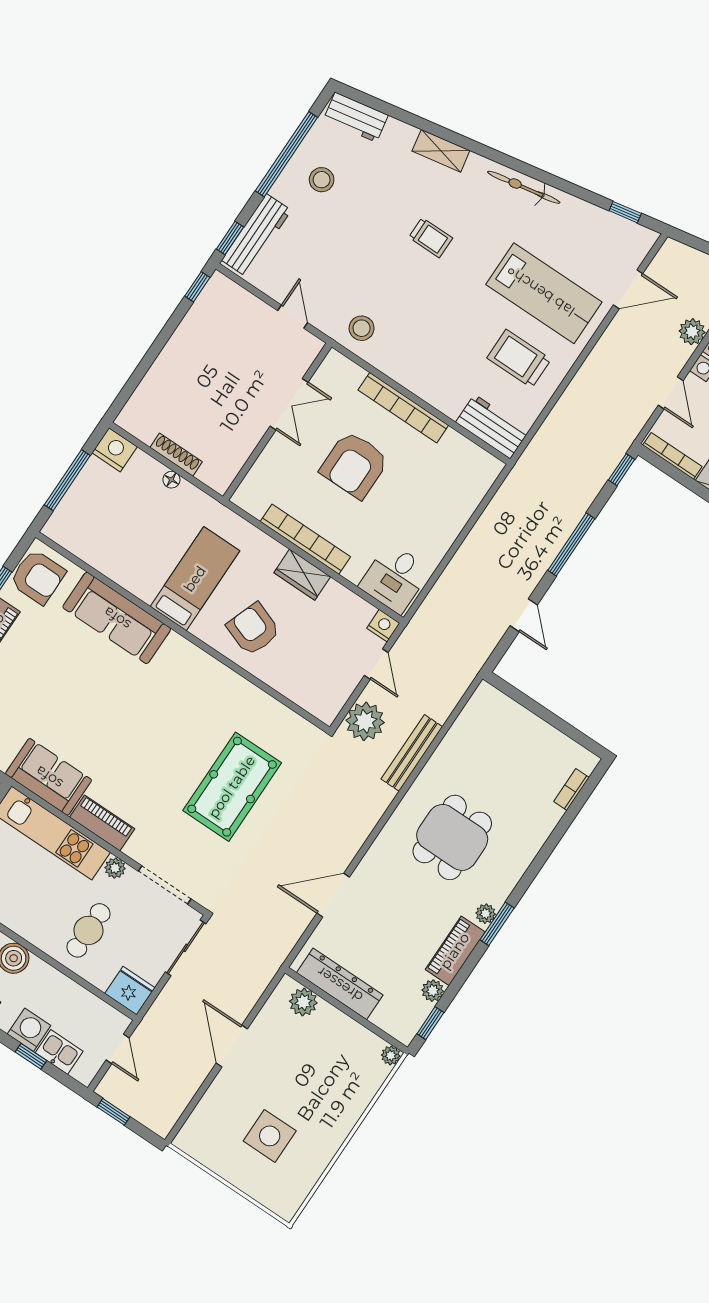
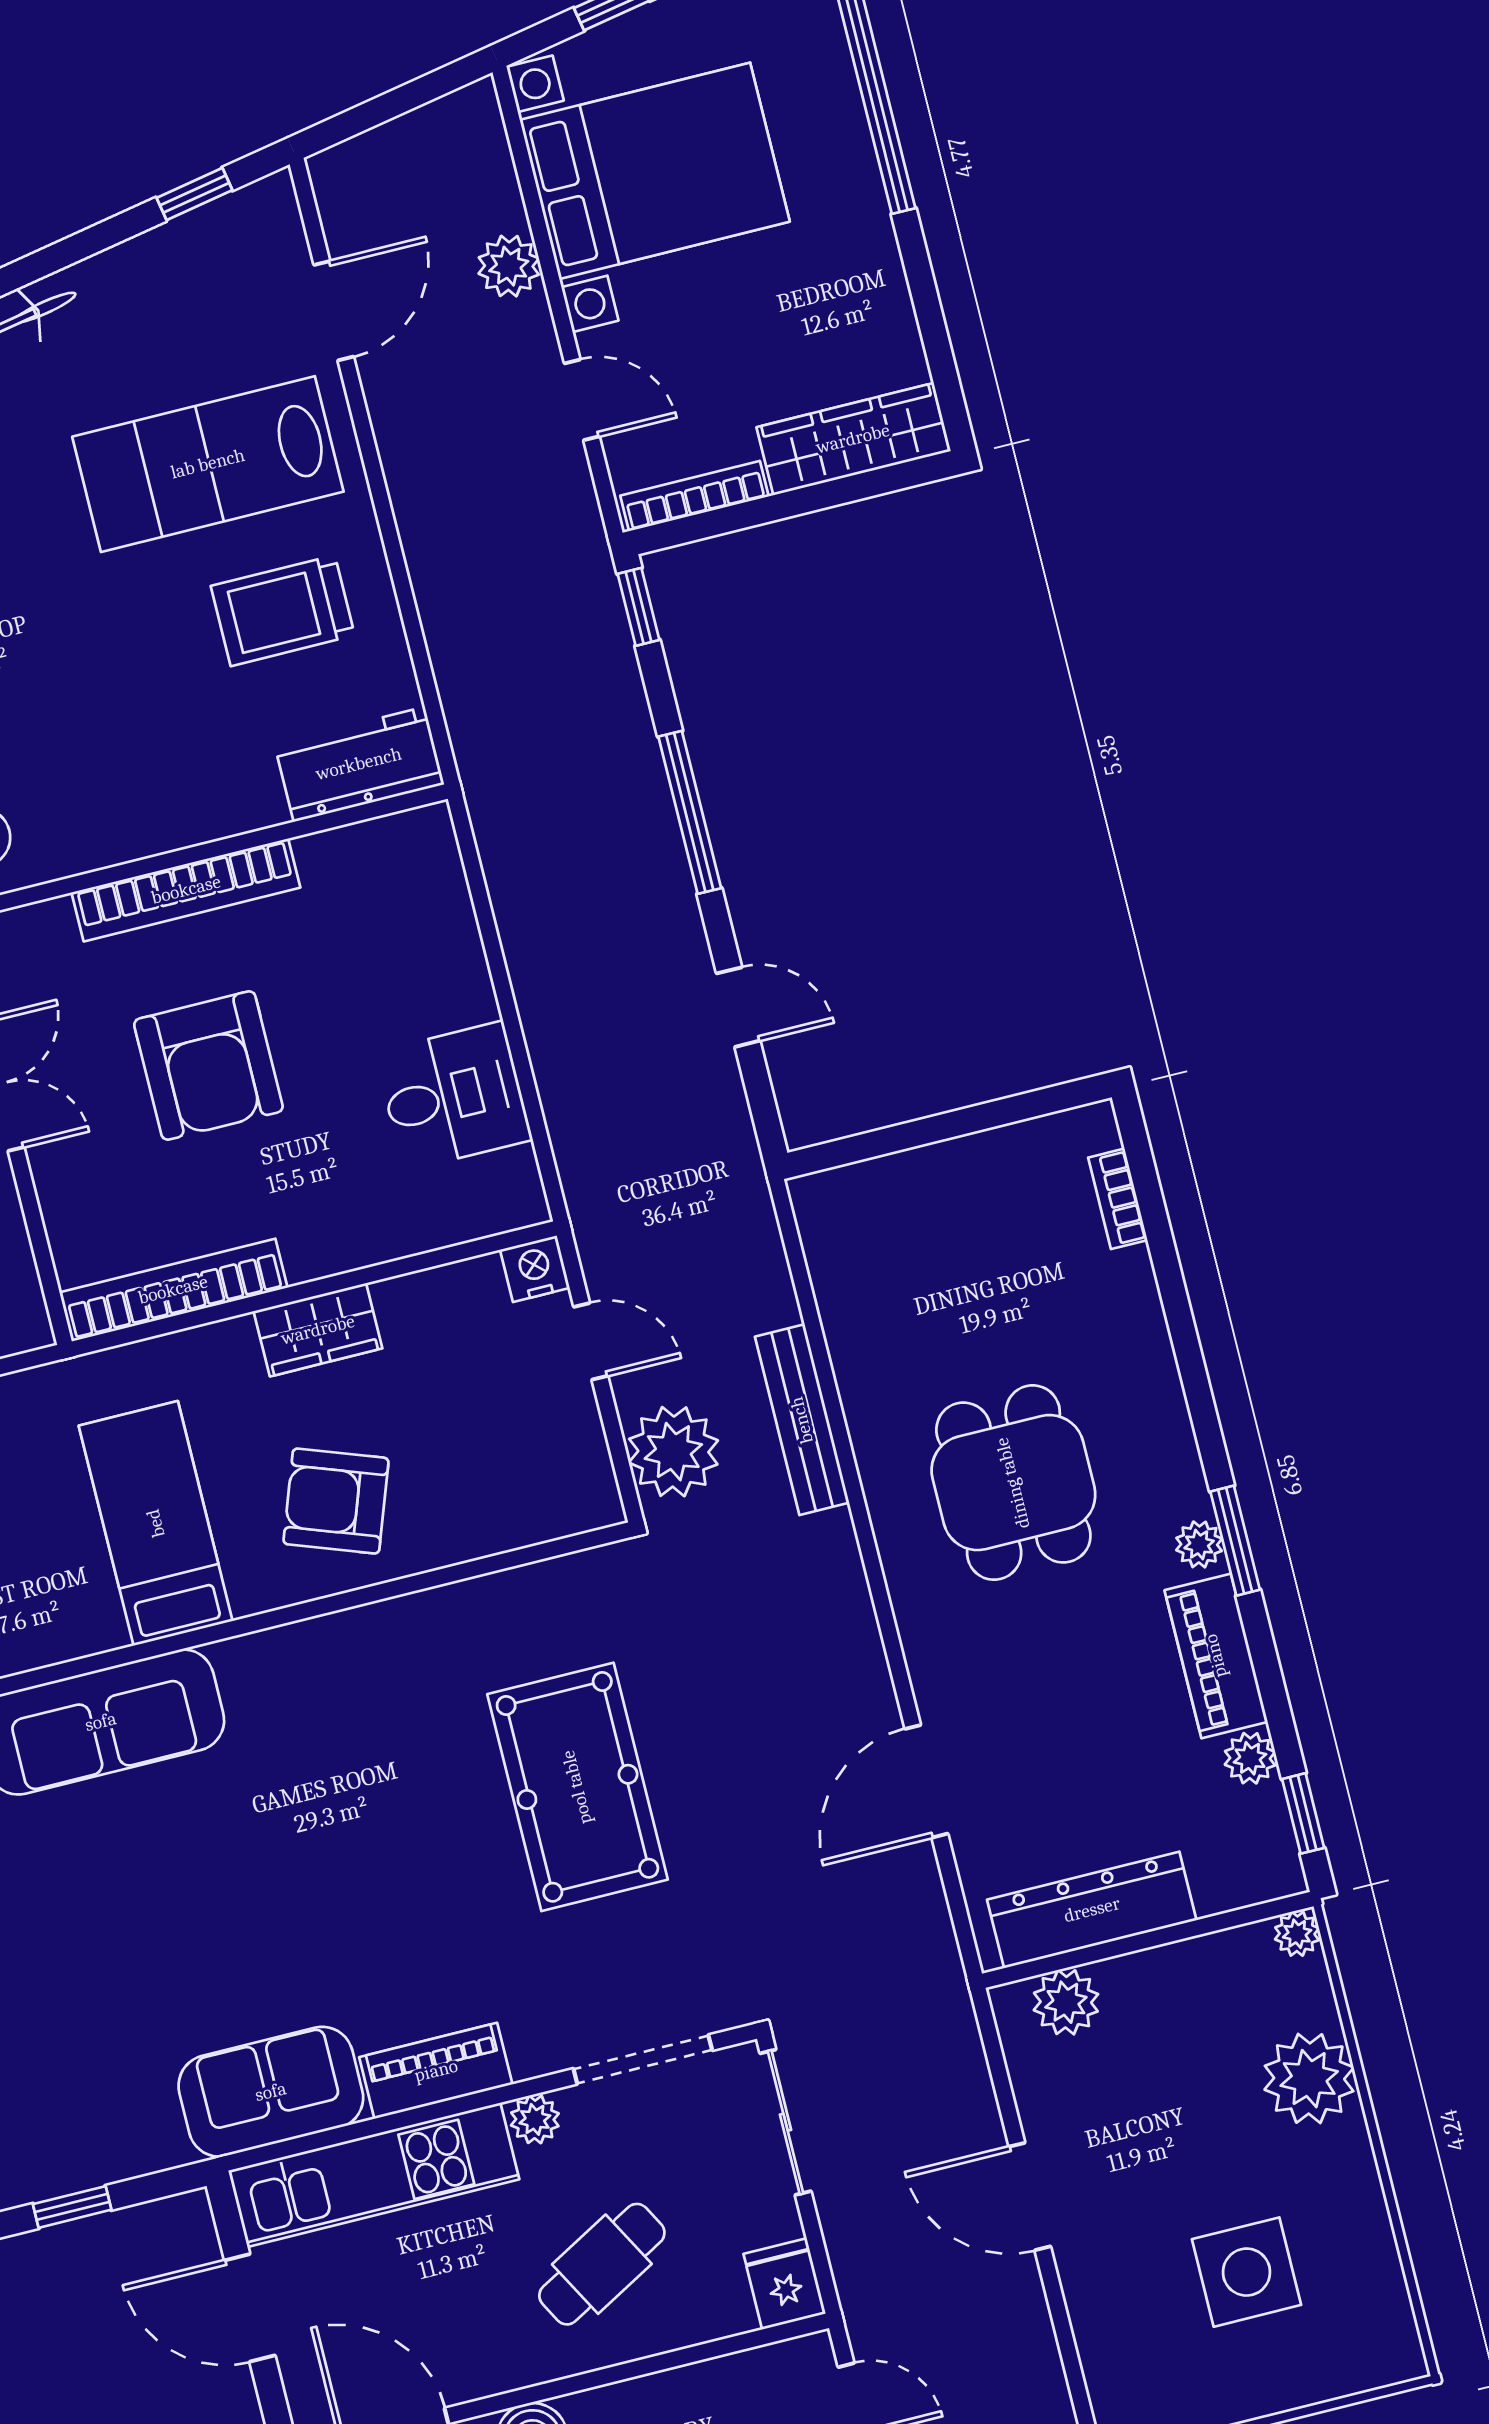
lab bench: (544, 293) -> (208, 464), turned 180
bookcase: (305, 539) -> (173, 1290), moved
desk: (395, 578) -> (454, 1096), moved, turned -90
cafe table: (88, 930) -> (602, 2264), turned 61
fridge: (130, 991) -> (785, 2284), width x0.72
plant: (349, 1101) -> (1309, 2079), added

